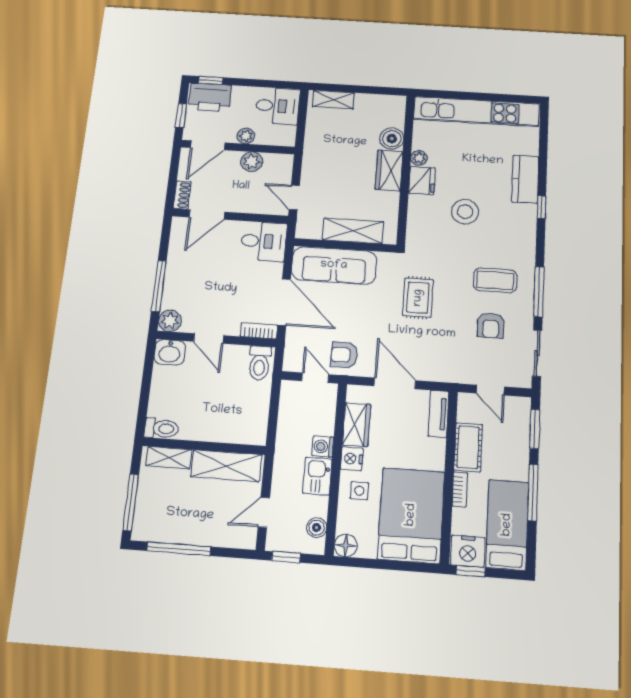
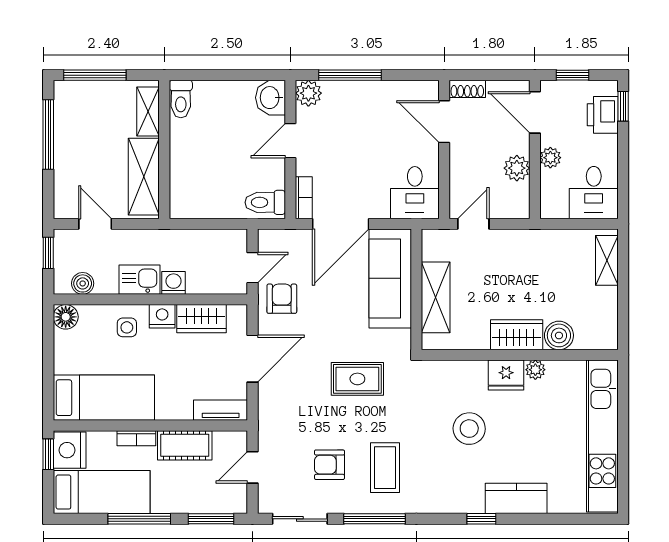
printer: (210, 97) -> (603, 115), width x0.73, depth x0.84
bed: (411, 515) -> (104, 398), width x0.67

